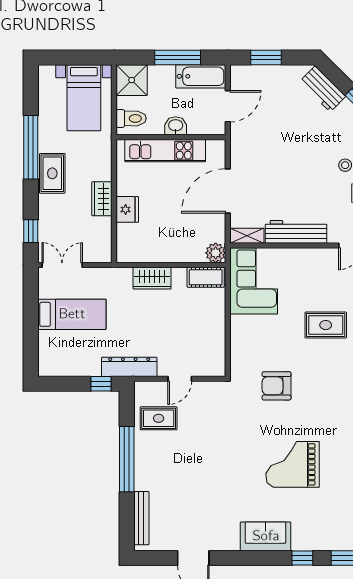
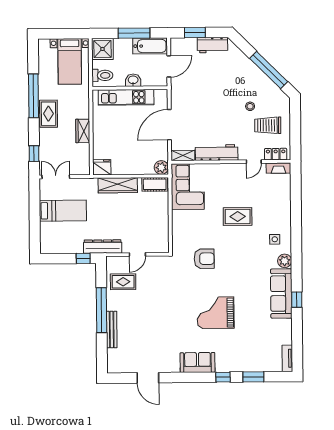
workbench: (323, 89) -> (212, 45), moved, turned -45
fridge: (127, 209) -> (102, 167), moved, turned -90
wardrobe: (152, 278) -> (118, 185), width x1.50
armchair: (277, 386) -> (204, 259), turned 180
bench: (141, 518) -> (112, 329), moved

